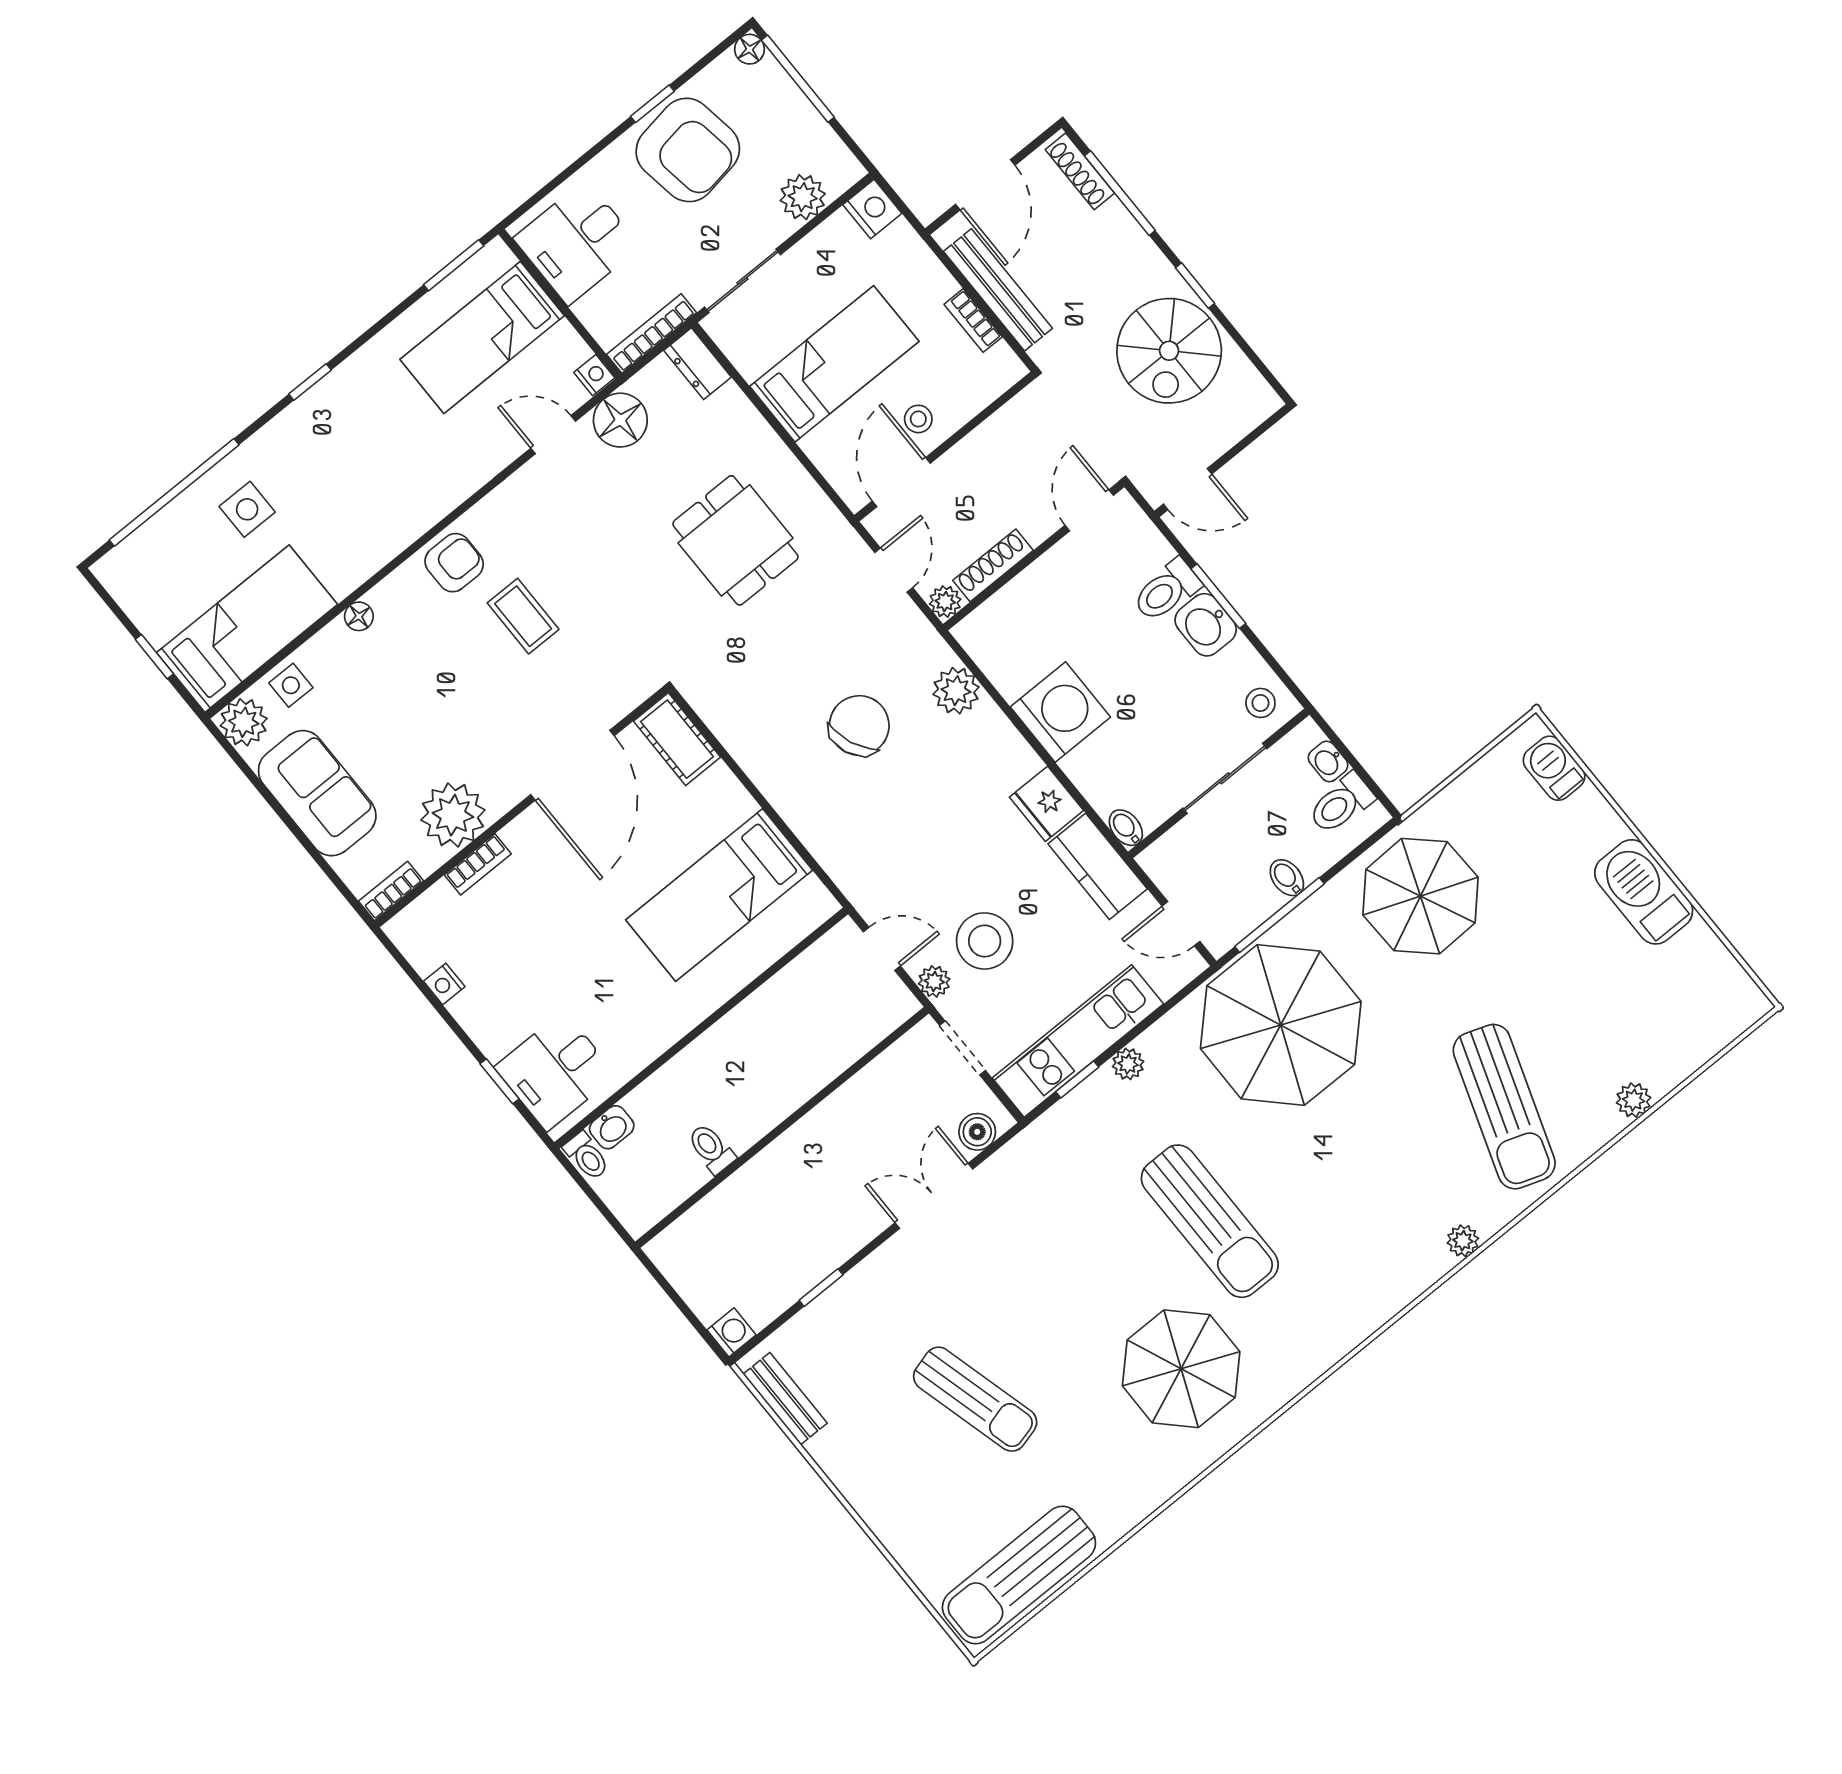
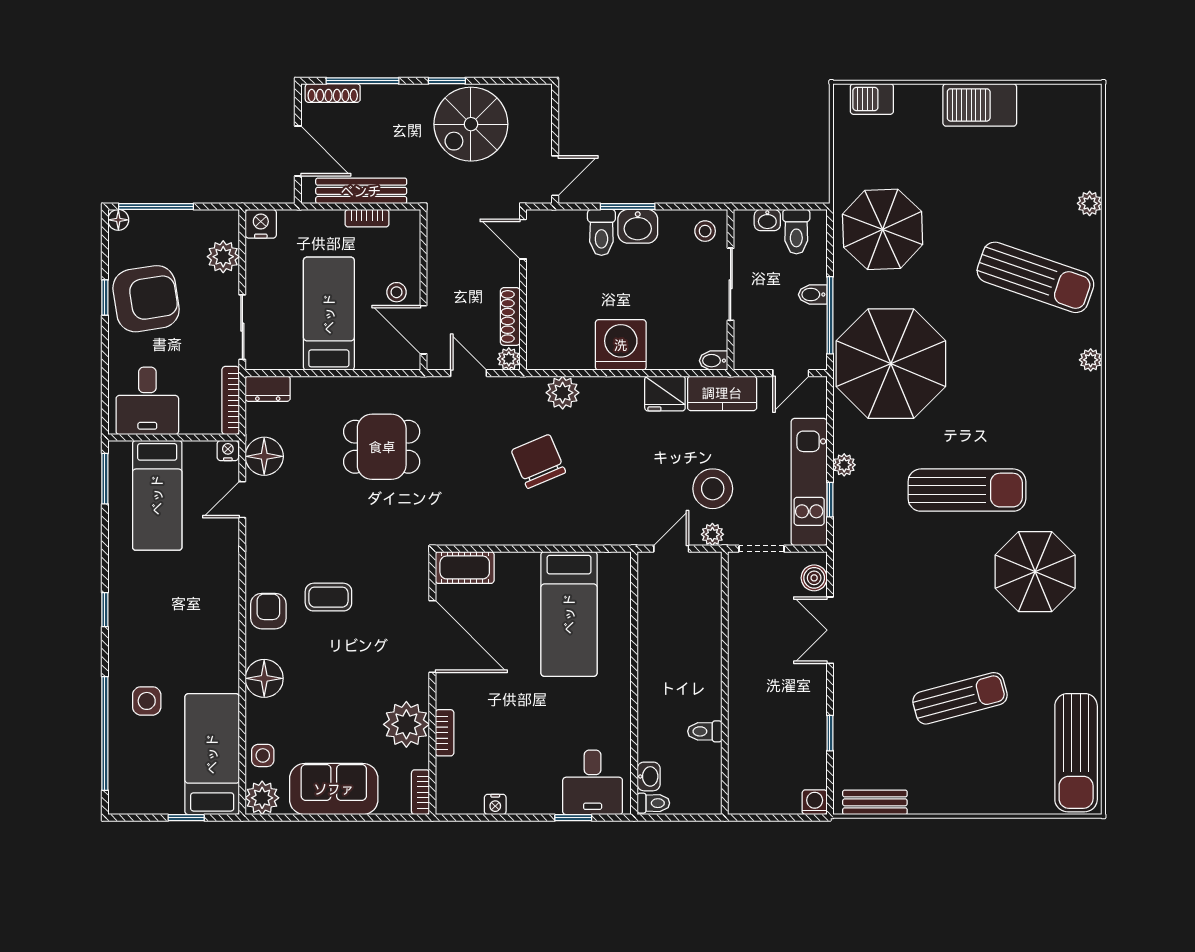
spiral stairs: (1169, 351) -> (471, 124), turned 90
floor lamp: (359, 616) -> (264, 678), width x1.89, depth x1.89

